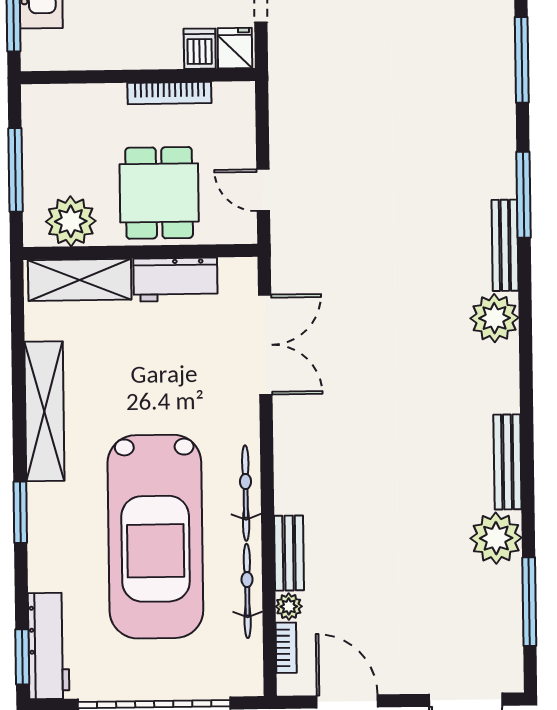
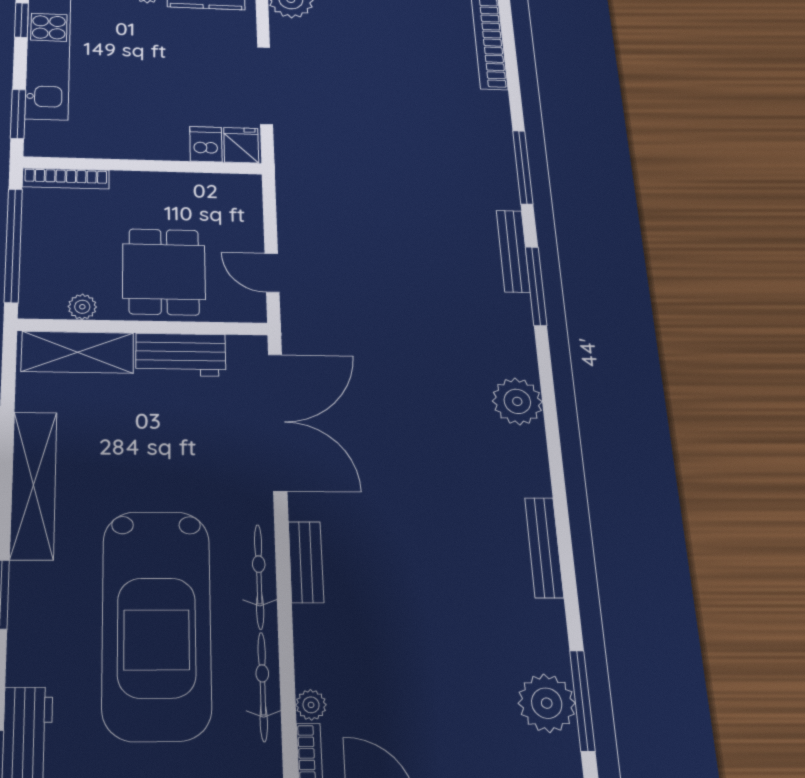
bookcase: (169, 93) -> (66, 178), moved
window: (16, 170) -> (13, 245), width x1.46
plant: (71, 221) -> (82, 307), width x0.53, depth x0.53
bench: (505, 245) -> (513, 251), moved
double door: (265, 345) -> (278, 422), width x1.36
plant: (496, 538) -> (547, 703), moved
bench: (289, 553) -> (306, 562), moved

